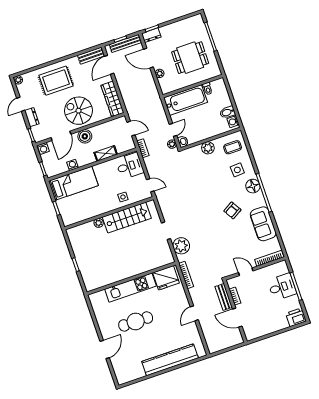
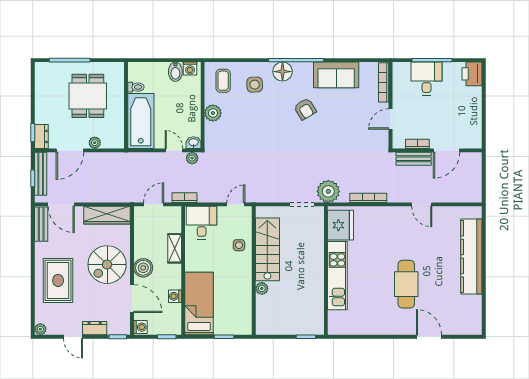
wall: (131, 278) -> (326, 271), moved
fridge: (166, 278) -> (340, 225), moved
kitchen unit: (130, 288) -> (337, 276), moved

